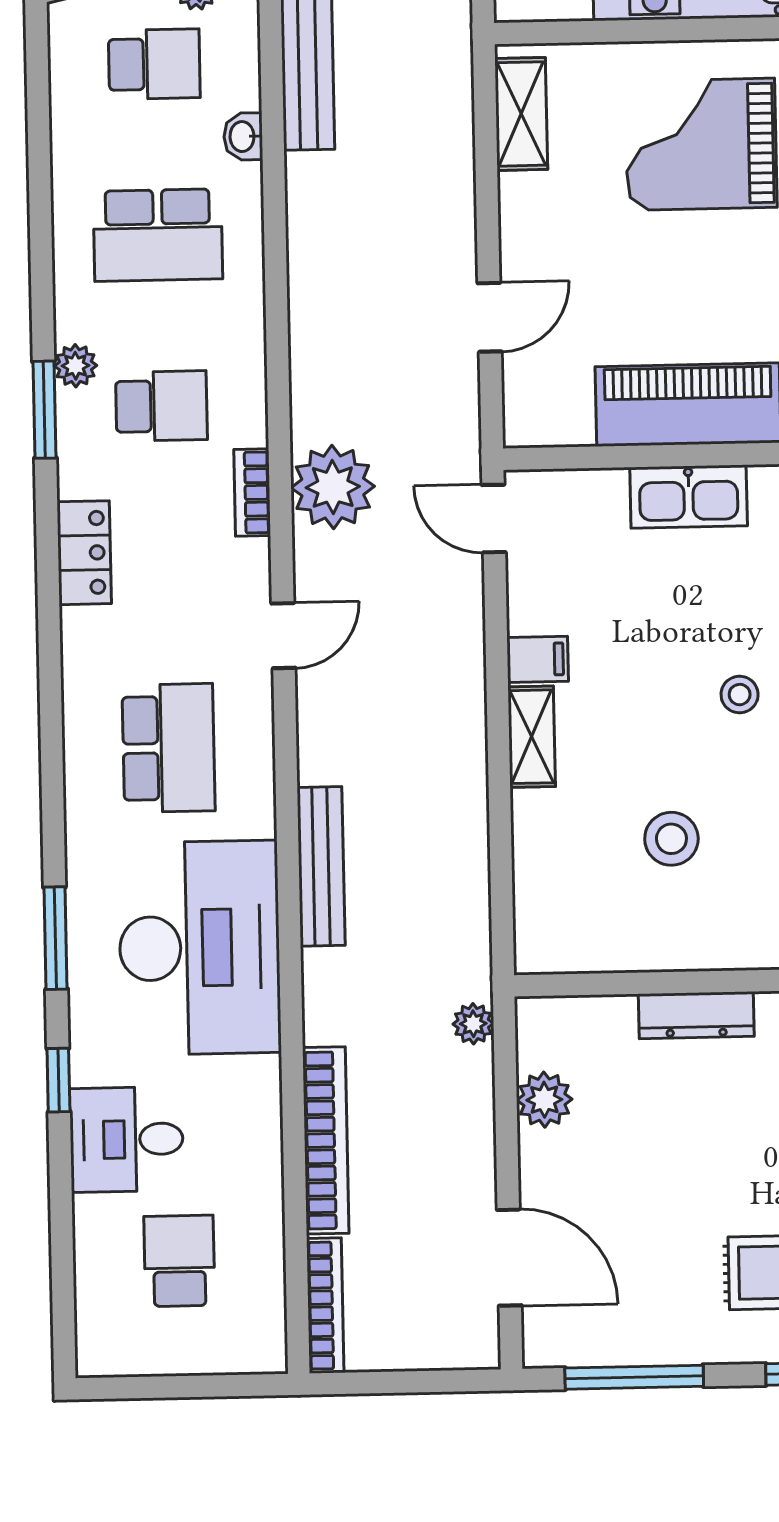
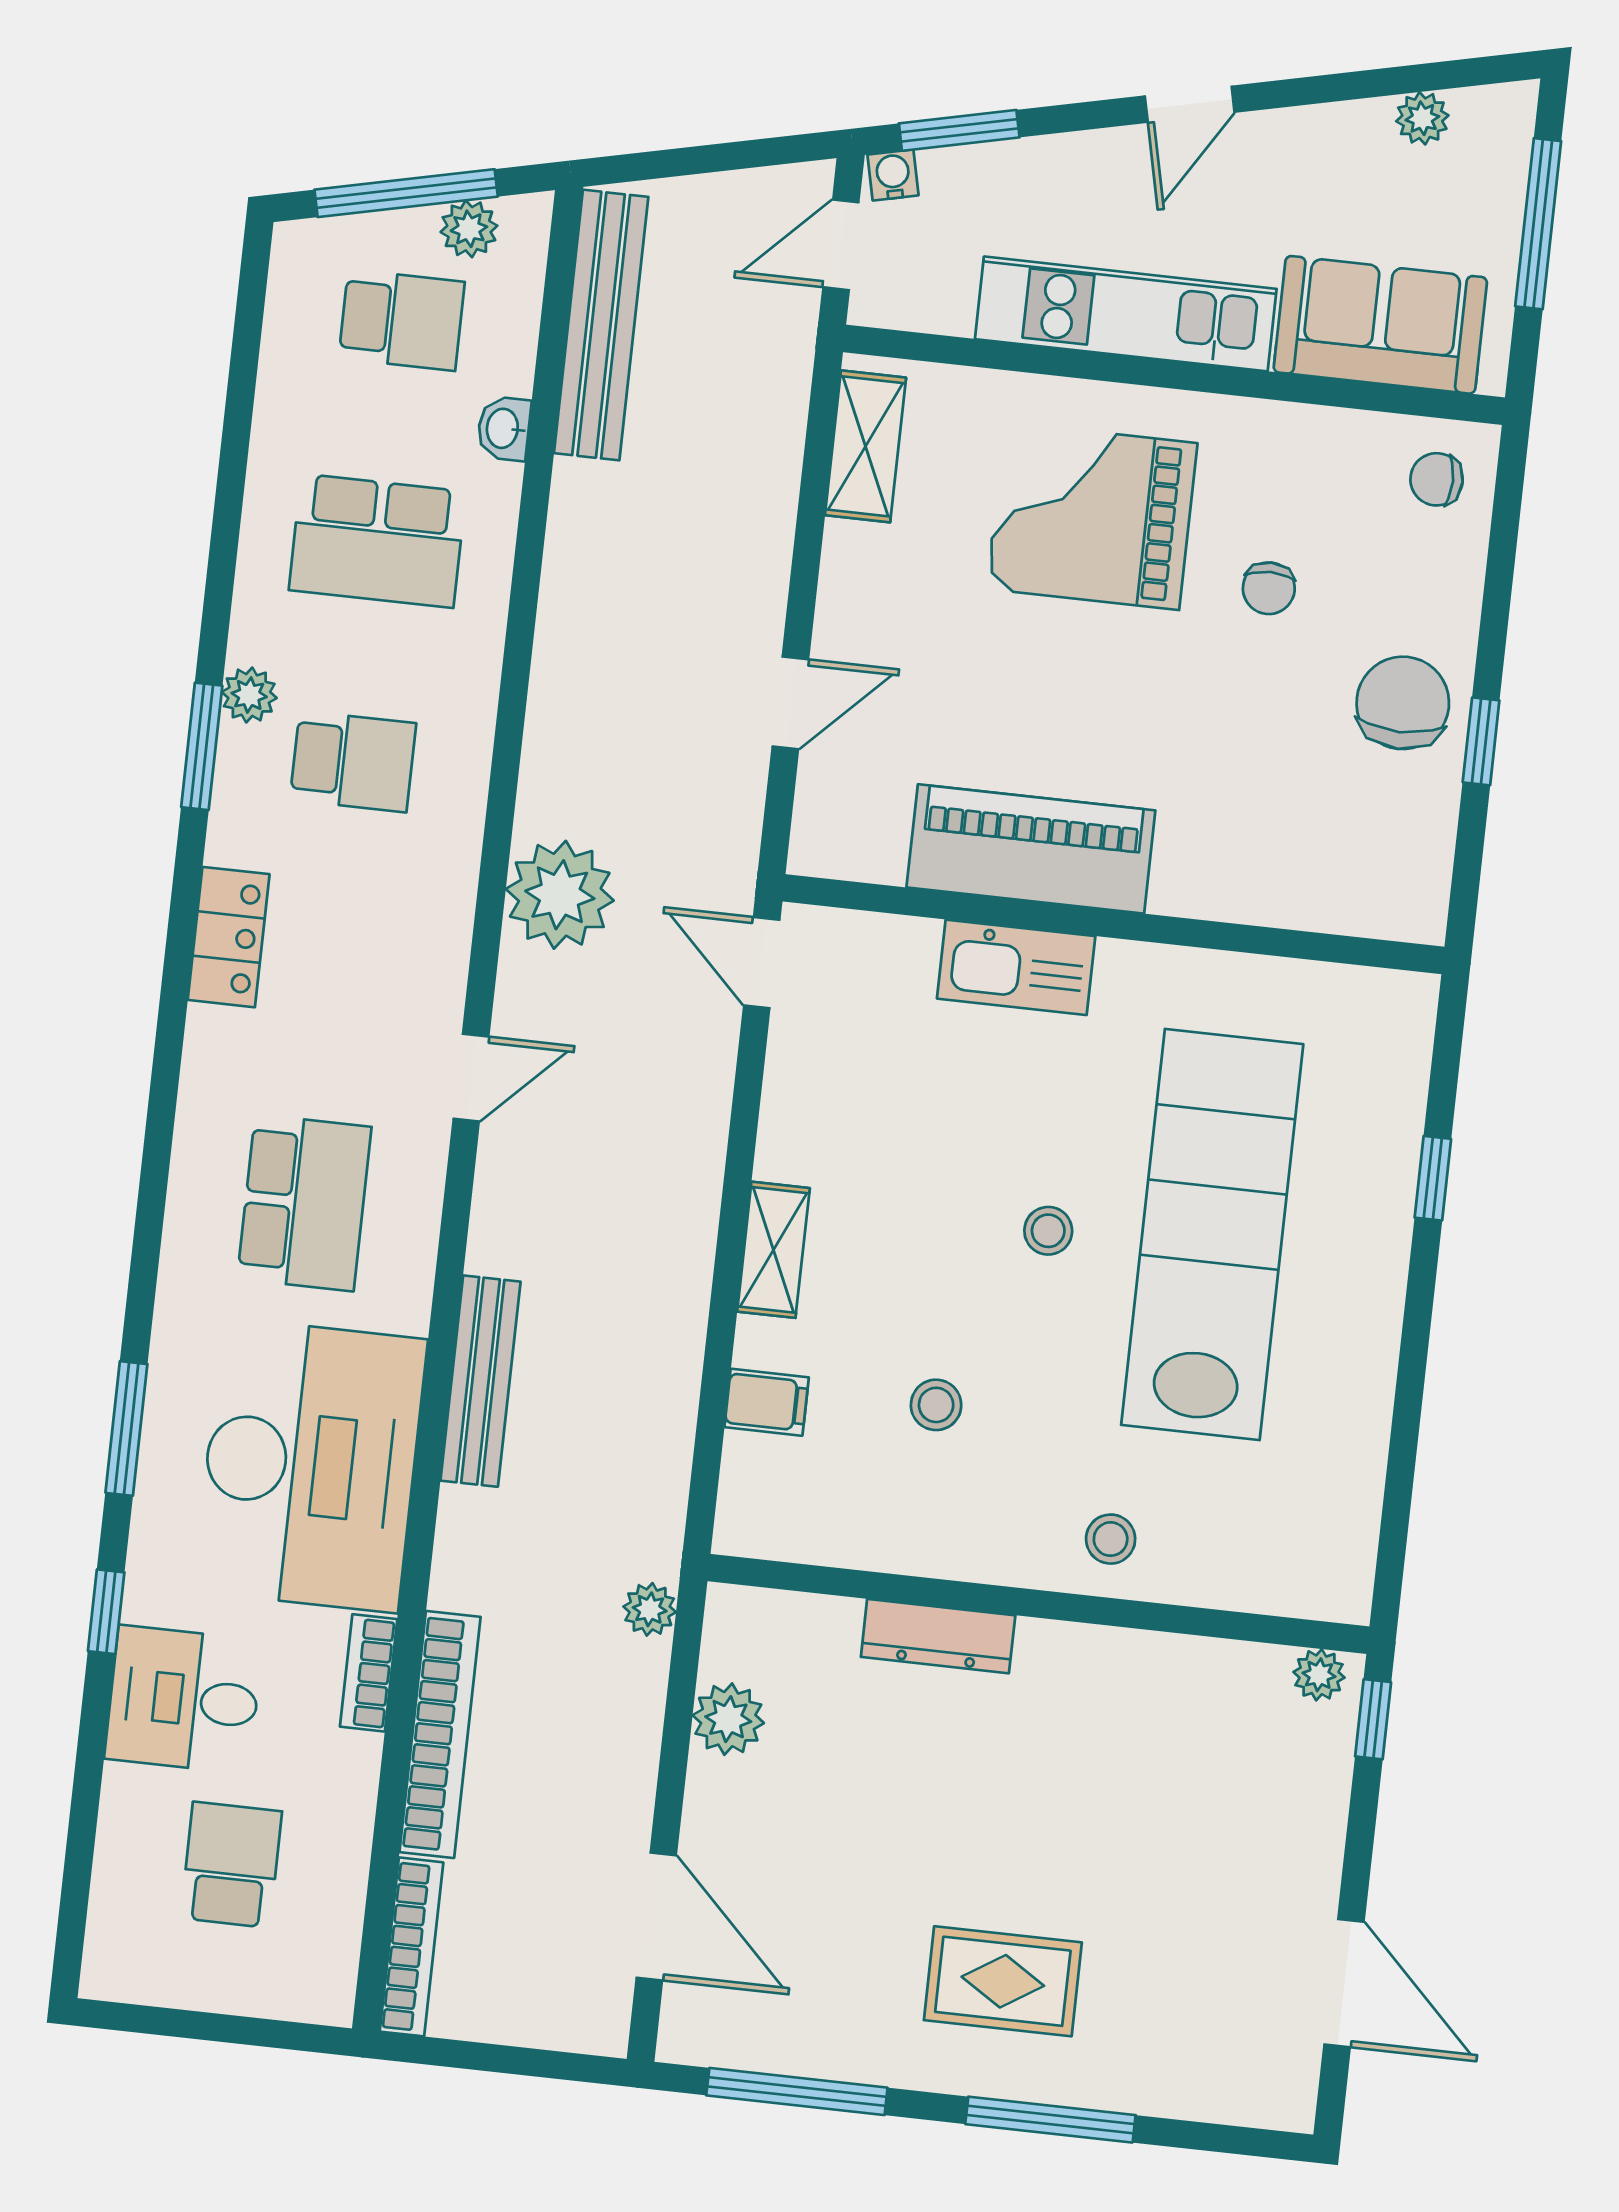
bookcase: (252, 493) -> (369, 1673), moved
filing cabinet: (538, 659) -> (767, 1402), moved
stool: (671, 839) -> (936, 1405), width x0.73, depth x0.73

